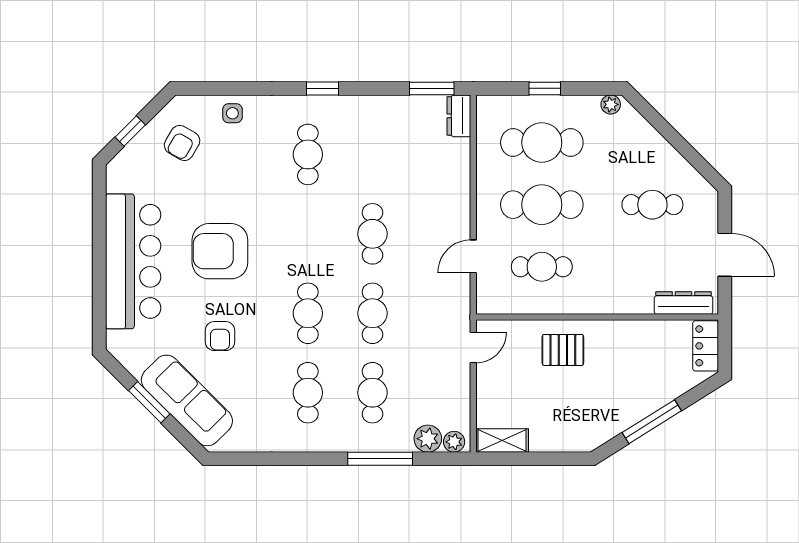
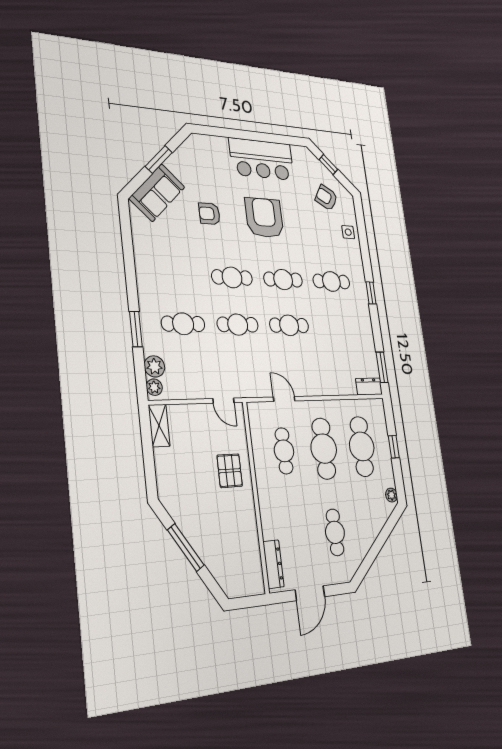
bar counter: (133, 261) -> (262, 159), width x0.73
locker: (706, 346) -> (246, 586), removed
cafe table: (308, 393) -> (283, 280), moved
sofa: (187, 400) -> (157, 193), width x0.73
window: (380, 459) -> (136, 329), width x0.69

